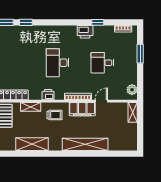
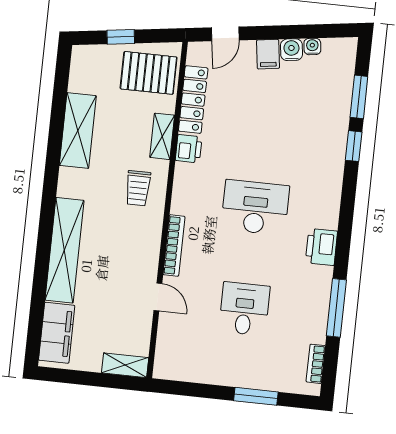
window: (98, 22) -> (336, 308), width x2.17
printer: (85, 32) -> (321, 247), moved
plant: (132, 90) -> (176, 369), removed
printer: (48, 95) -> (189, 149), moved
filing cabinet: (82, 109) -> (57, 333), moved, turned 180

